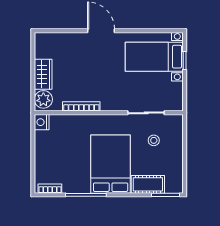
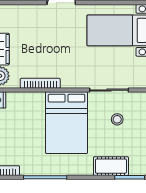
bed: (111, 164) -> (67, 123), moved, turned 180

